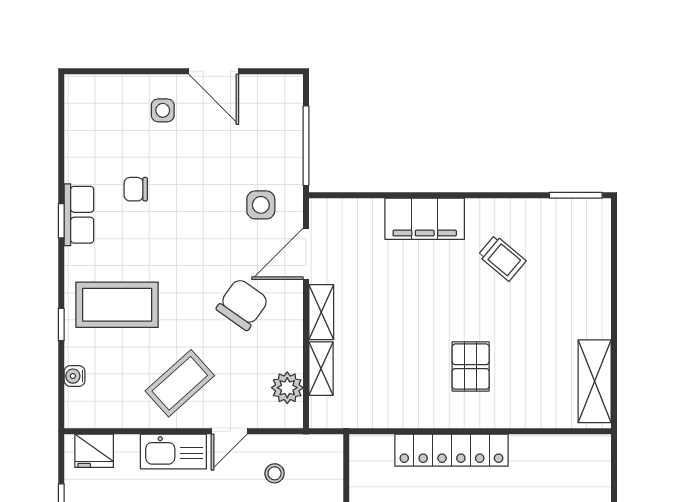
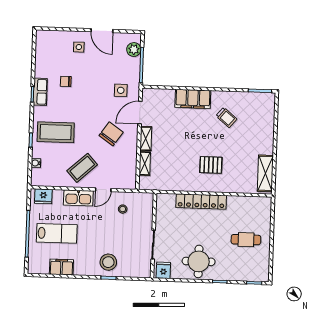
pallet: (471, 367) -> (211, 165), turned 90
plant: (287, 388) -> (134, 50), moved

